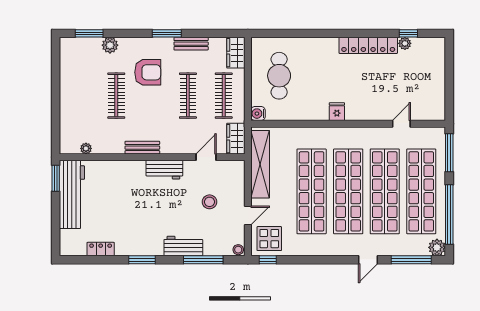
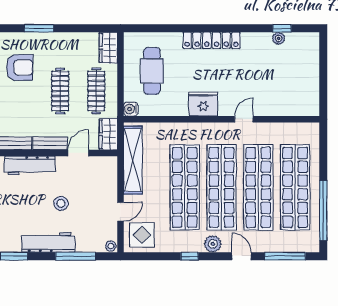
bench: (191, 44) -> (50, 143), moved
locker: (368, 45) -> (212, 40), moved
fridge: (337, 112) -> (203, 104), width x1.88, depth x1.34
door: (401, 124) -> (244, 119), moved
window: (449, 153) -> (323, 148), removed
workbench: (164, 170) -> (30, 166), width x1.38
stool: (210, 202) -> (61, 204), moved
workbench: (183, 246) -> (48, 242), width x1.38
plant: (437, 247) -> (213, 244), moved
window: (268, 260) -> (190, 256), moved
door: (368, 260) -> (241, 256), swing flipped

